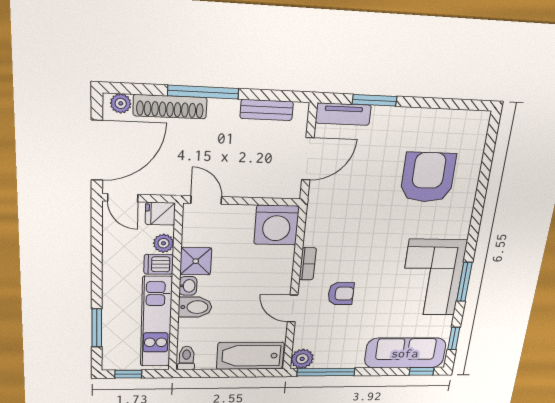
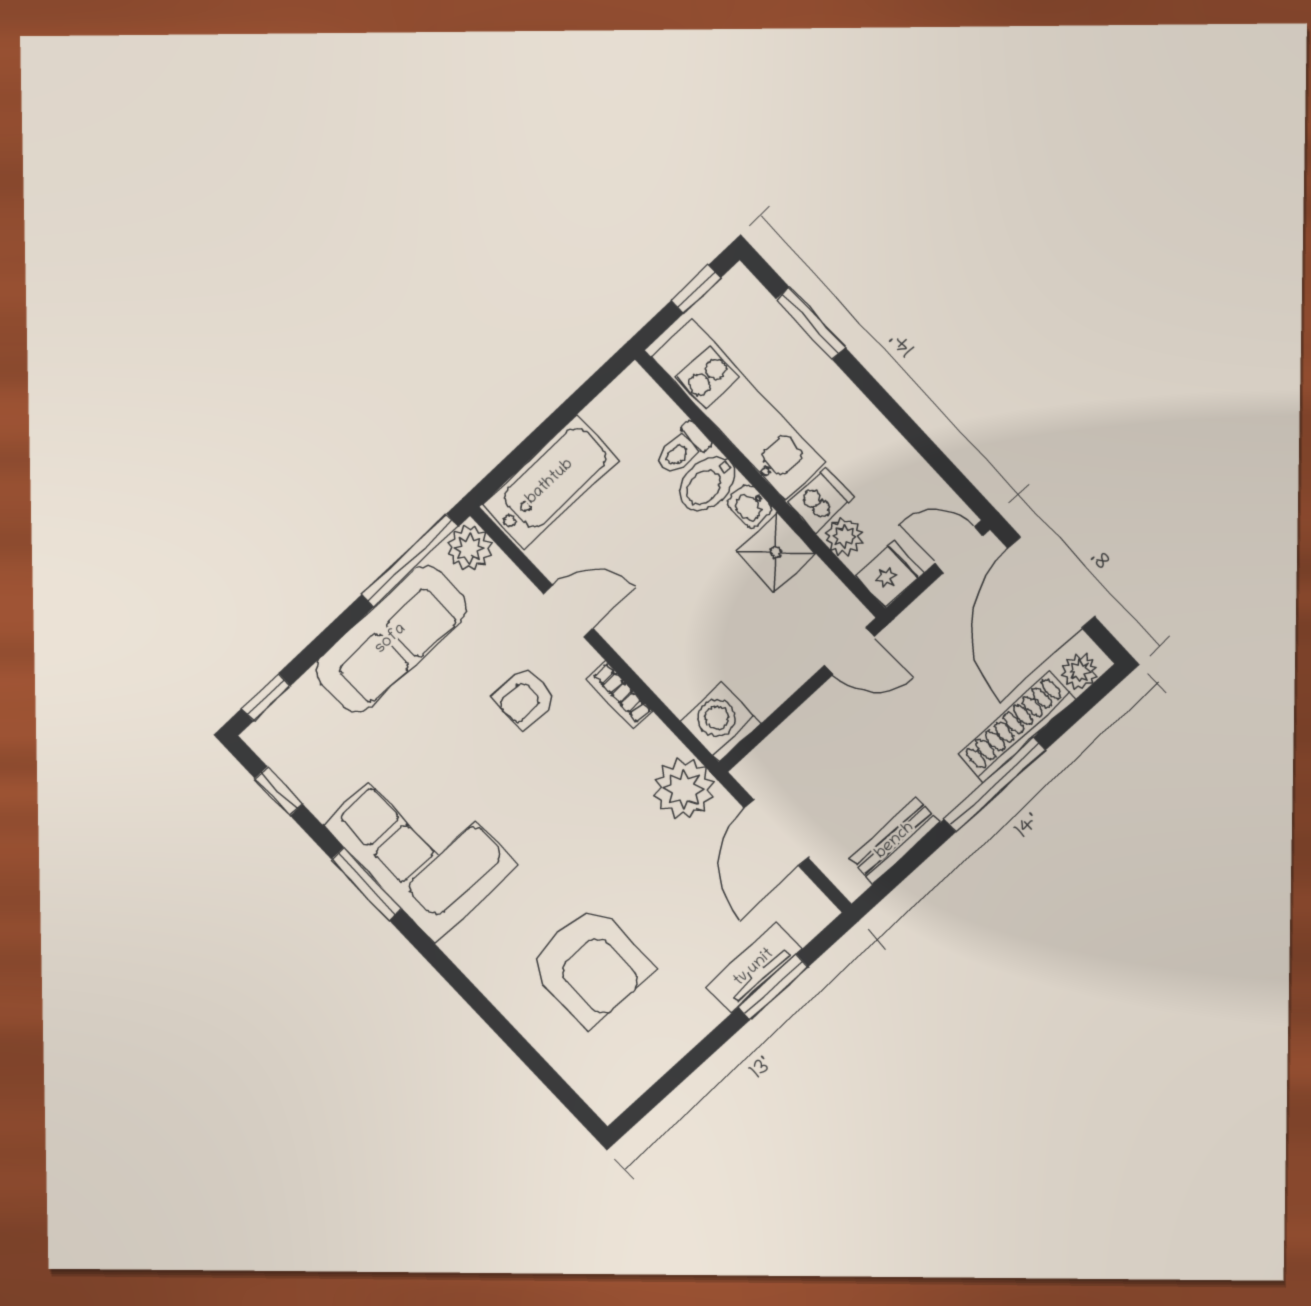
tv unit: (343, 114) -> (754, 968), moved
plant: (323, 209) -> (684, 789), added
washing machine: (277, 225) -> (721, 722), width x0.73, depth x0.73
sofa: (405, 353) -> (391, 639), moved
toilet: (186, 358) -> (682, 450), moved, turned 90

